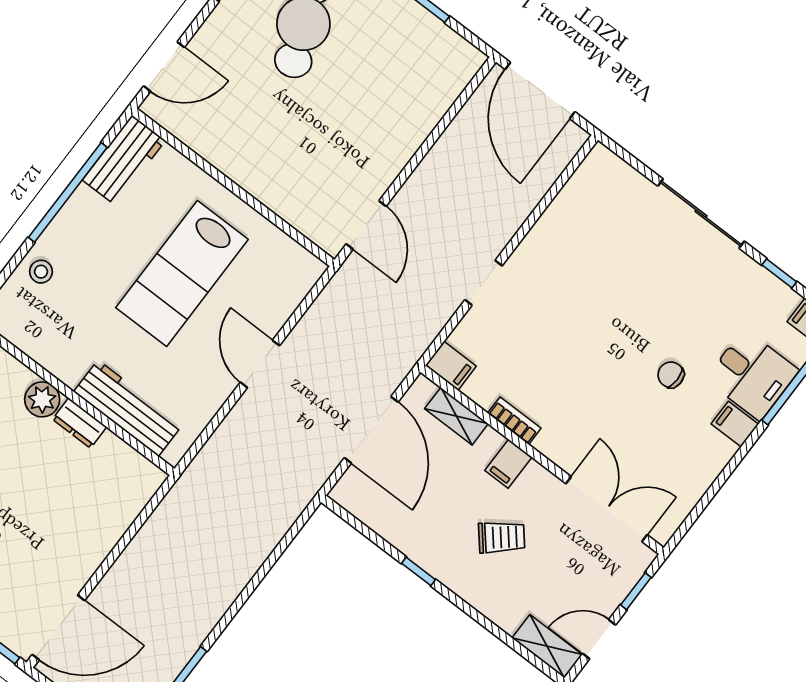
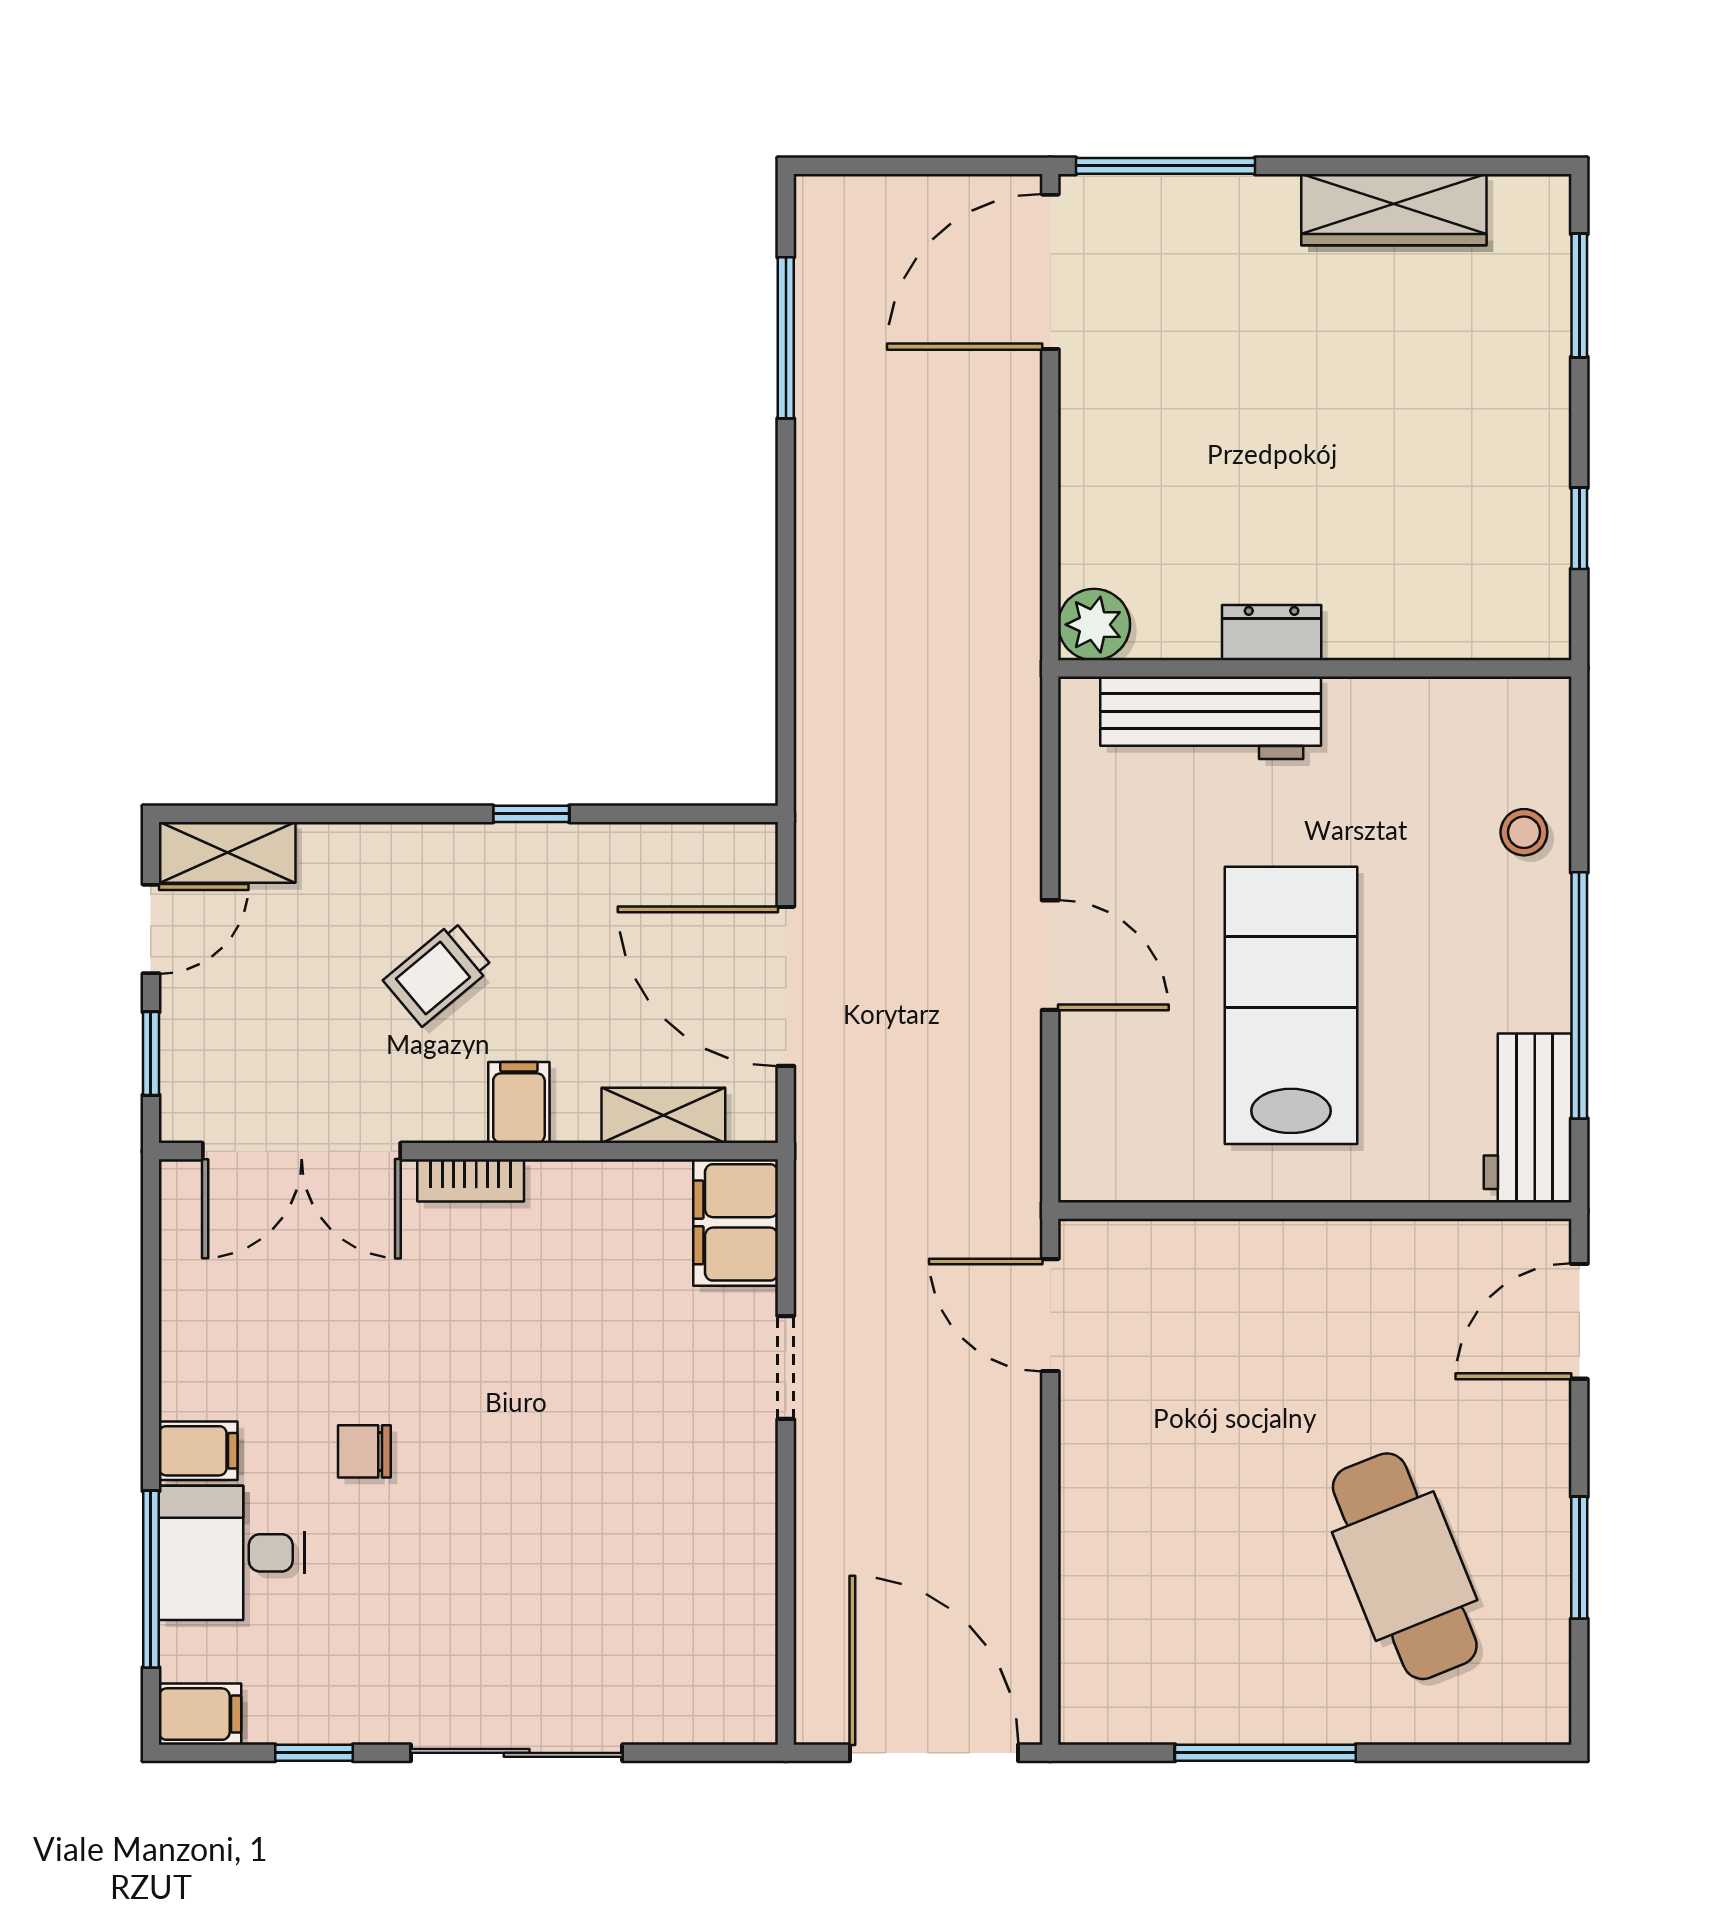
filing cabinet: (451, 366) -> (736, 1222), width x2.00
chair: (671, 375) -> (364, 1451), turned 180
plant: (42, 399) -> (1094, 625), moved
bookcase: (514, 421) -> (471, 1180), moved

